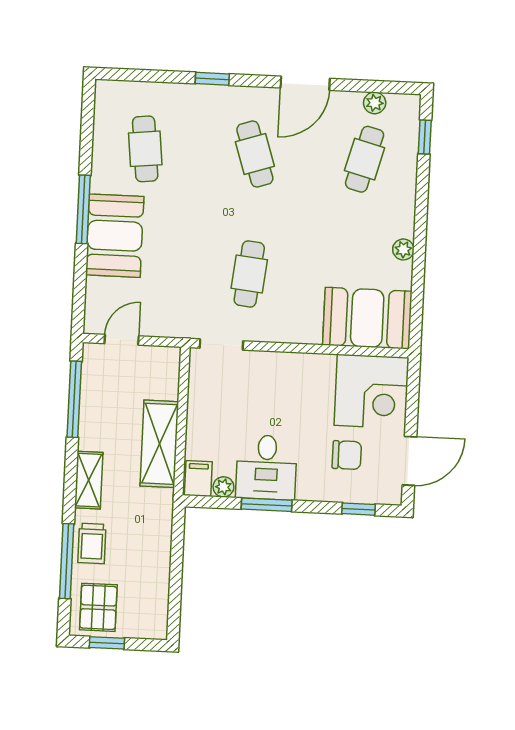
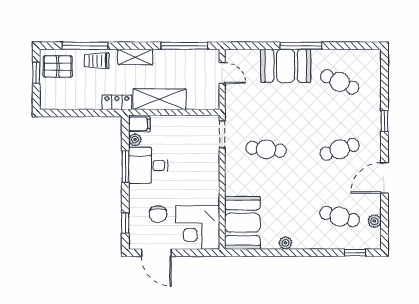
door: (305, 83) -> (384, 178), hinge flipped
cafe table: (145, 149) -> (340, 82), turned 30
locker: (161, 514) -> (117, 102), added

